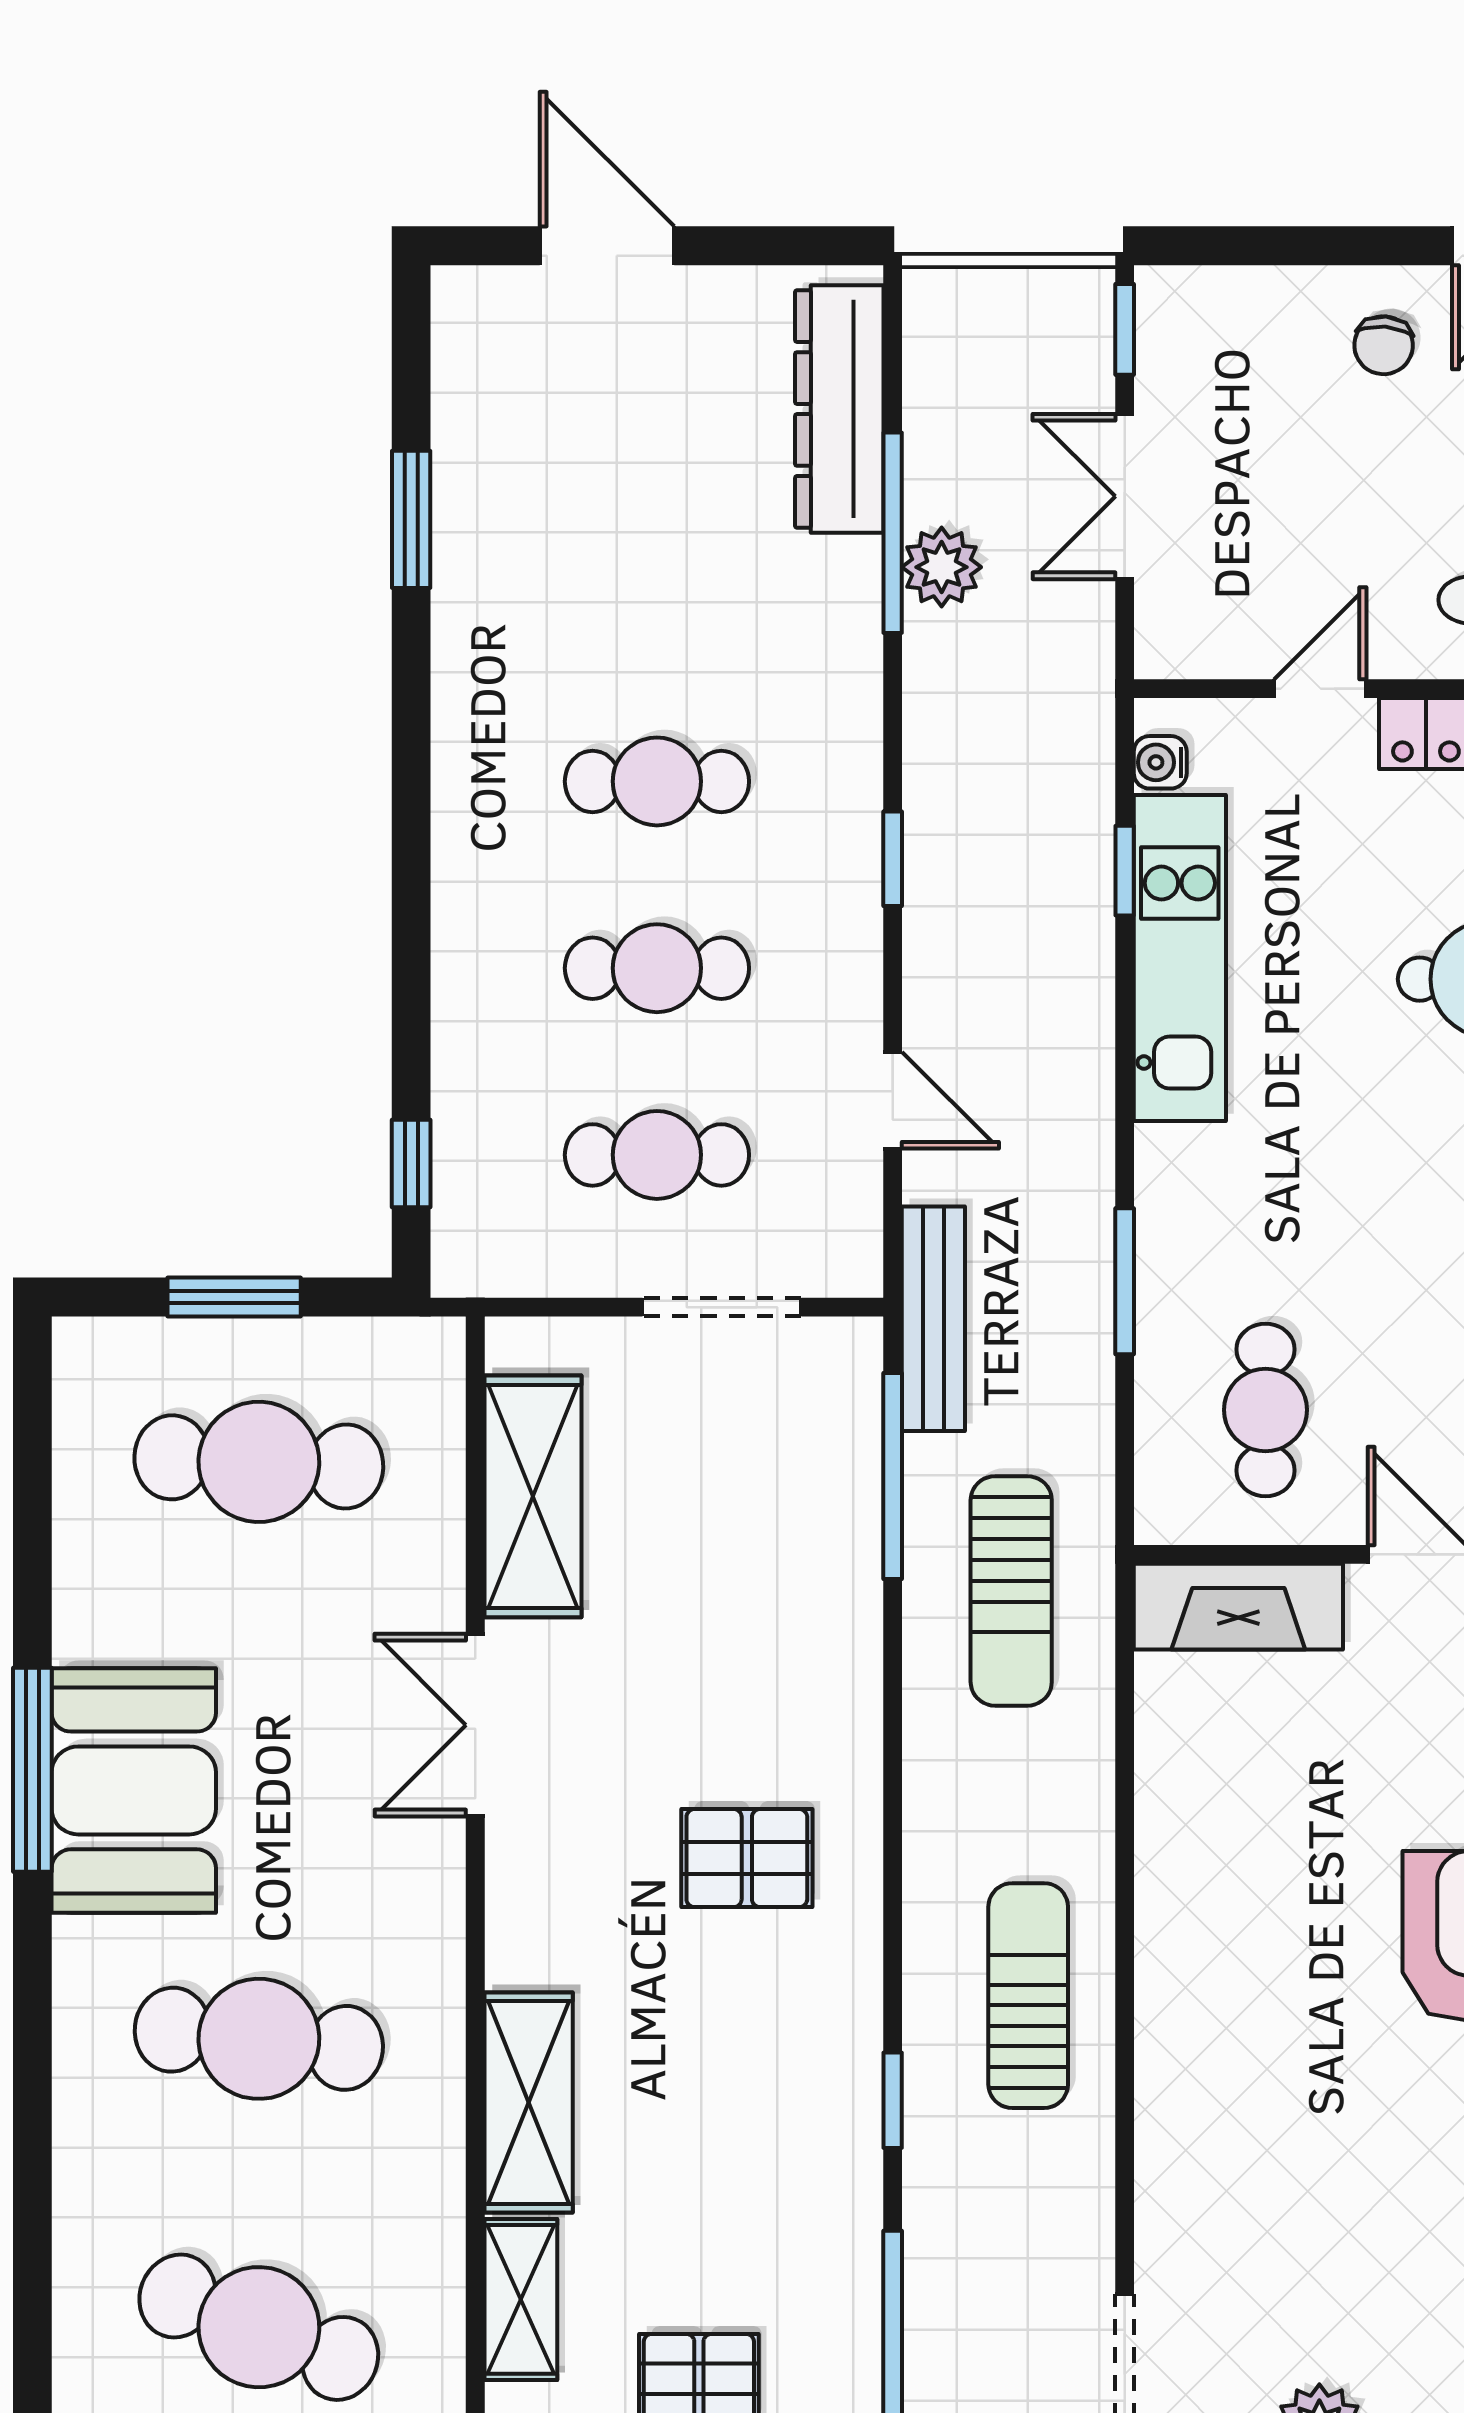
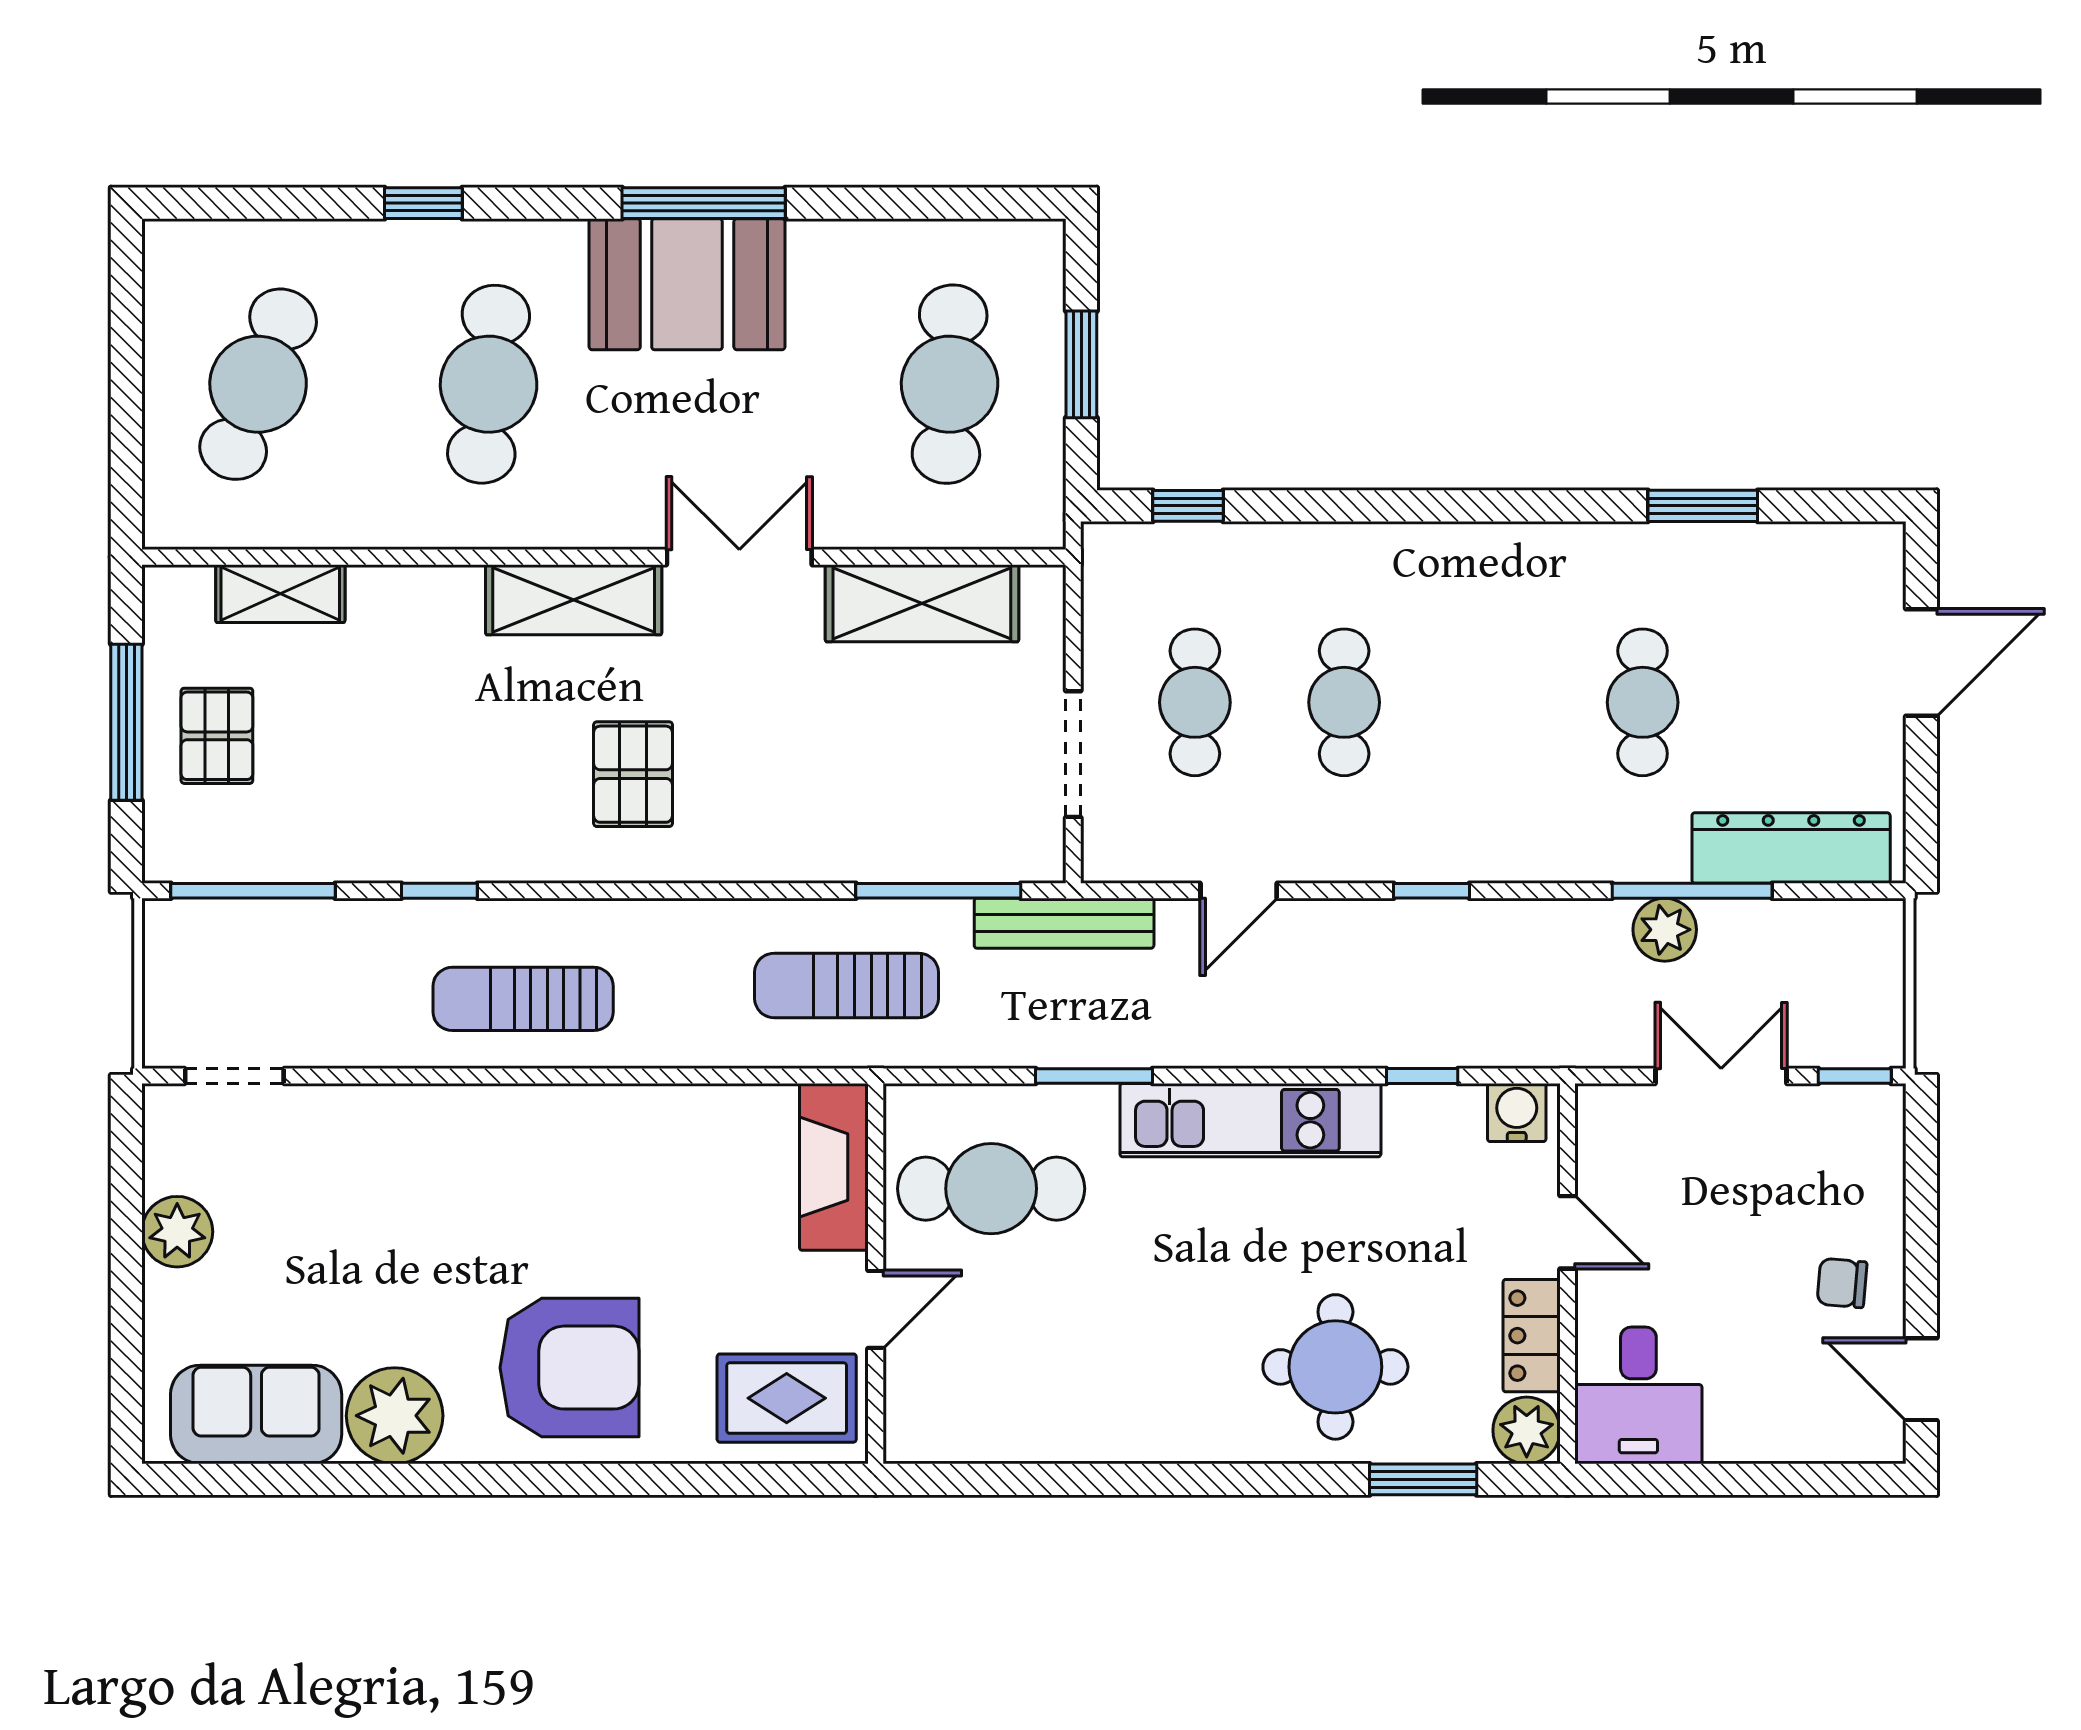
water cooler: (1160, 762) -> (1517, 1113), width x1.38, depth x1.38
cafe table: (657, 781) -> (1643, 702), moved
kitchen unit: (1180, 958) -> (1250, 1120), moved
cafe table: (1265, 1410) -> (991, 1189), width x1.37, depth x1.35
sun lounger: (1028, 1996) -> (523, 999), turned 180
shelving: (529, 2102) -> (574, 600), moved
window: (32, 2120) -> (423, 203), added

